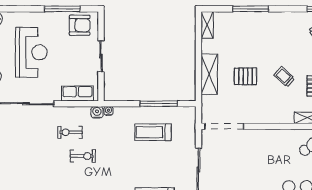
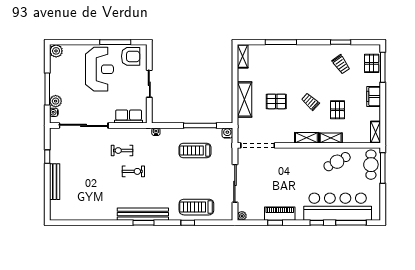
reception desk: (31, 52) -> (99, 69), moved
water cooler: (97, 112) -> (227, 133), moved
shelving: (280, 118) -> (306, 138), added

